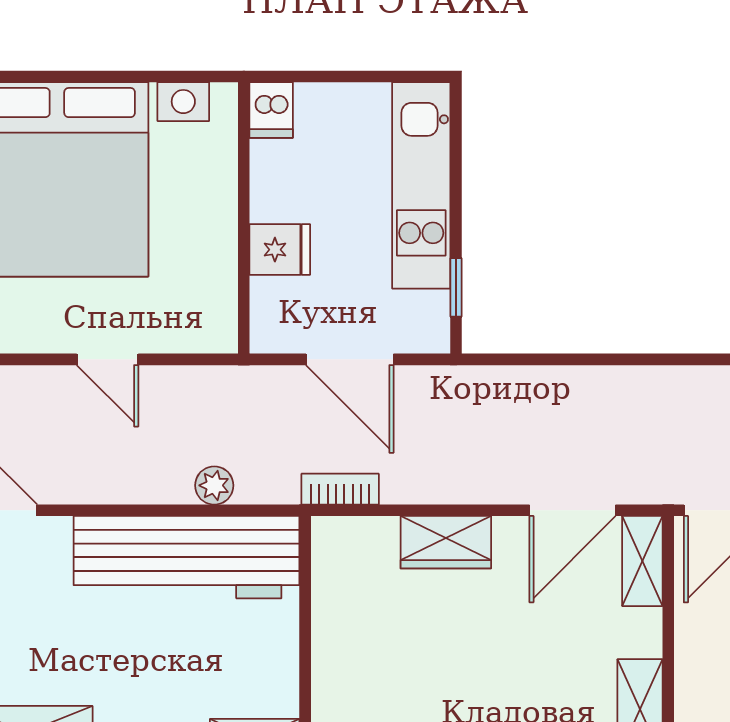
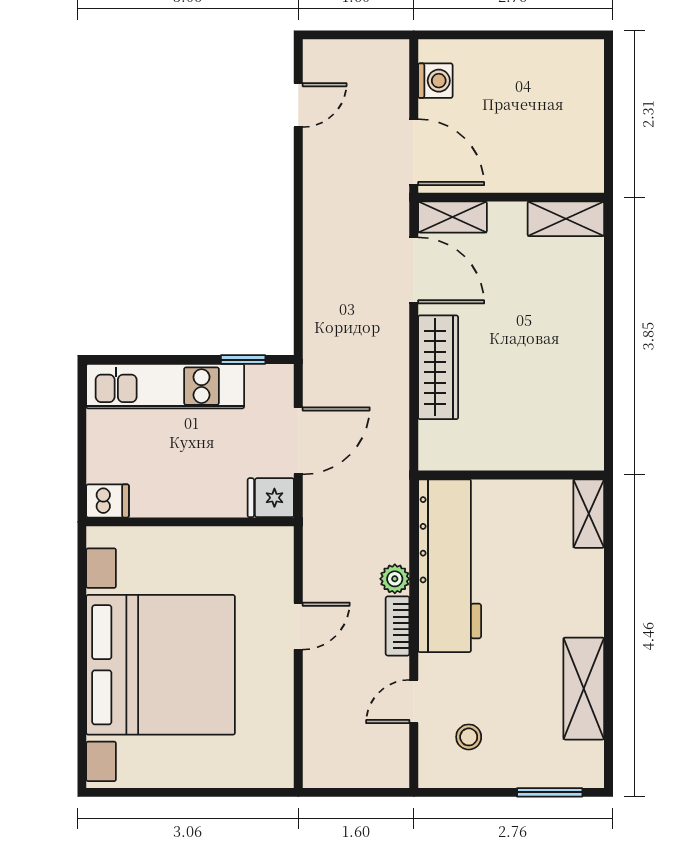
fridge: (280, 250) -> (271, 498), moved, turned -90
plant: (214, 485) -> (395, 579), moved
bookcase: (340, 489) -> (398, 626), moved
wardrobe: (446, 542) -> (438, 367), width x1.50

